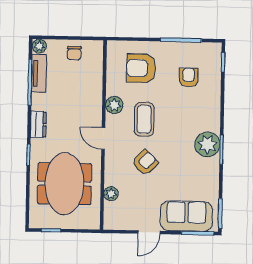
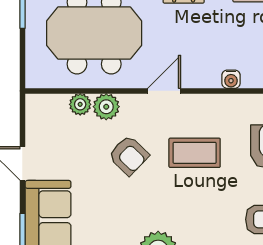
water cooler: (96, 95) -> (231, 79), added
plant: (114, 105) -> (106, 107), moved

